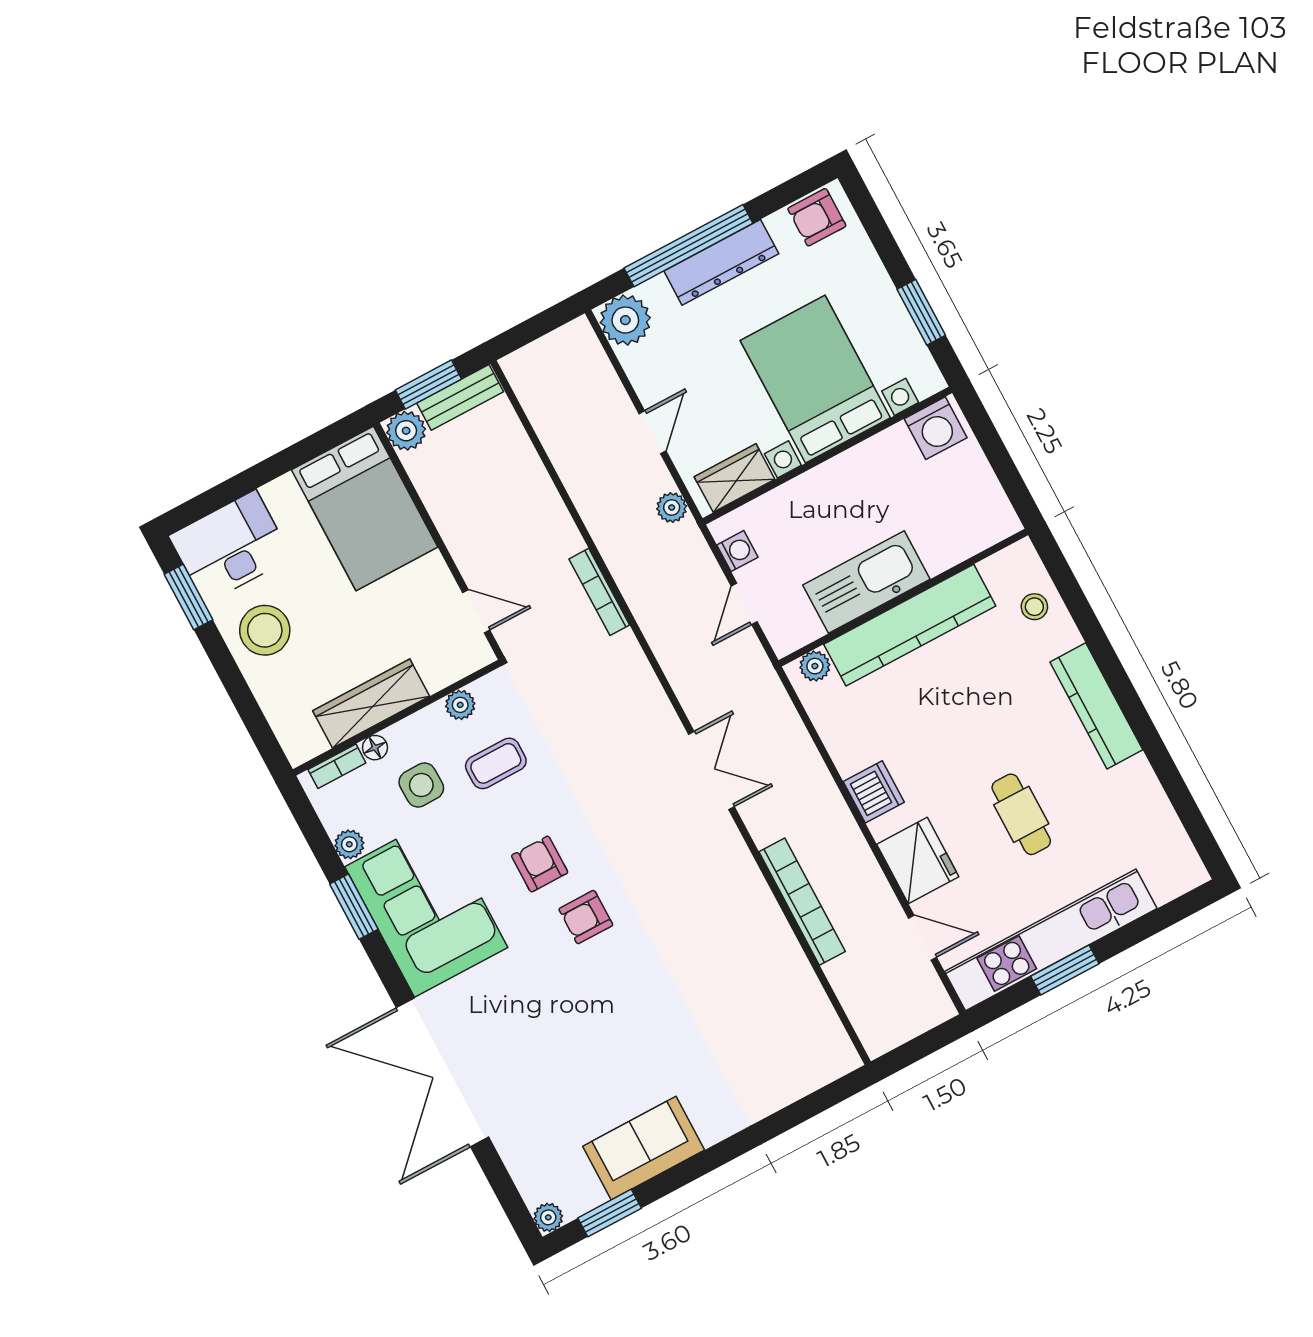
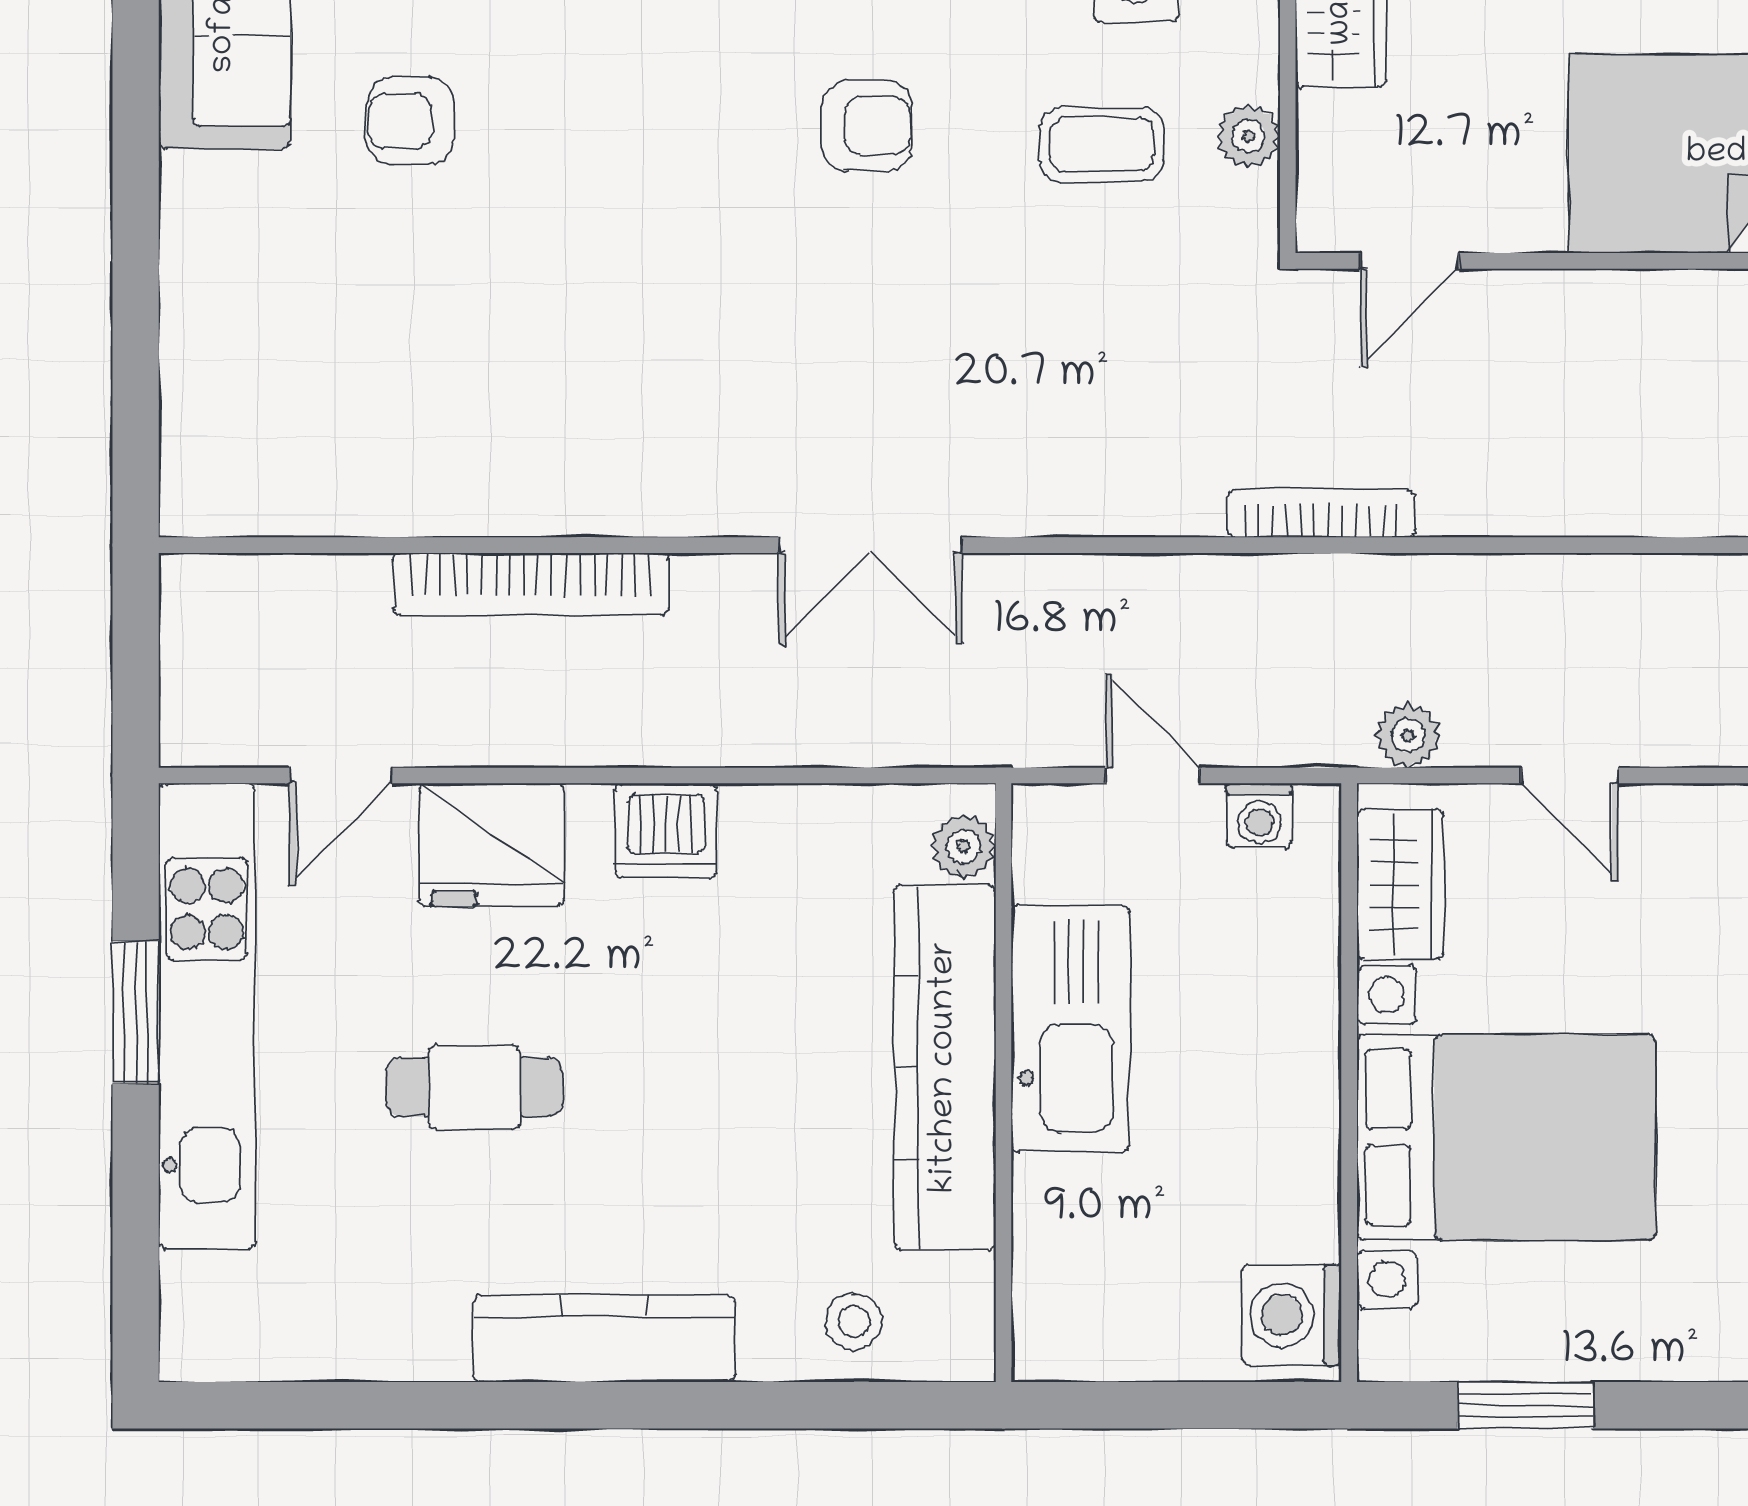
coffee table: (496, 763) -> (1101, 144), turned 90
armchair: (586, 917) -> (410, 121), moved, turned -90

